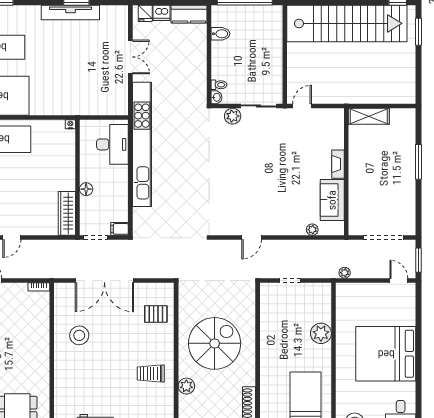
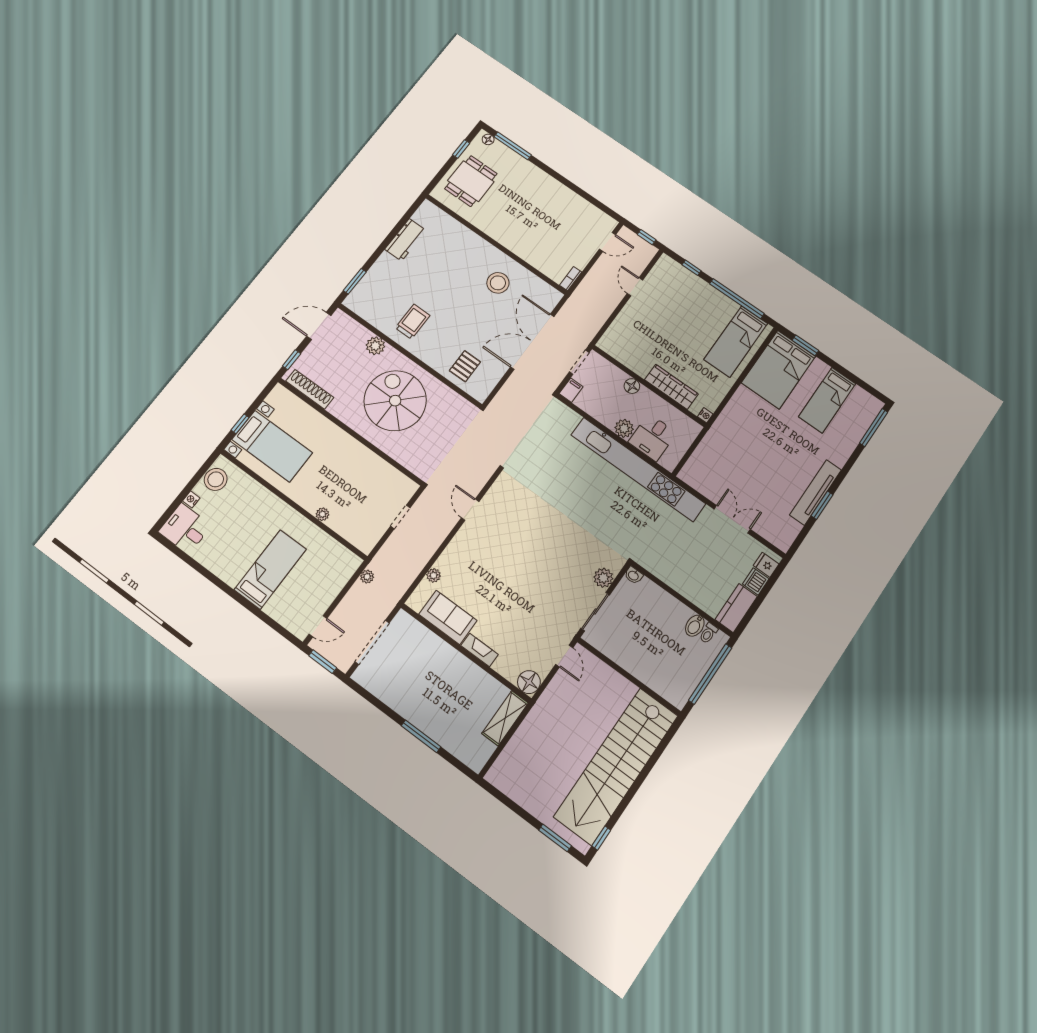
double door: (130, 57) -> (732, 519), swing flipped
toilet: (219, 85) -> (708, 633), moved
floor lamp: (335, 117) -> (529, 682), added
desk: (112, 144) -> (652, 437), width x0.73
plant: (120, 174) -> (624, 428), added
wardrobe: (67, 213) -> (671, 387), moved
plant: (321, 333) -> (322, 514), width x0.53, depth x0.53
spiral stairs: (215, 343) -> (395, 401), turned 180
bed: (386, 354) -> (270, 569), width x0.49

